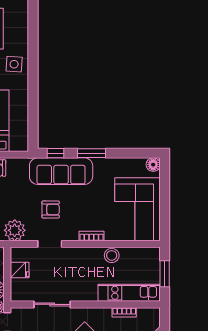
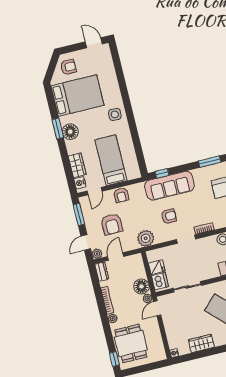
window: (92, 153) -> (210, 162), moved
doorway: (50, 244) -> (186, 239), moved
dishwasher: (19, 289) -> (160, 281), added

